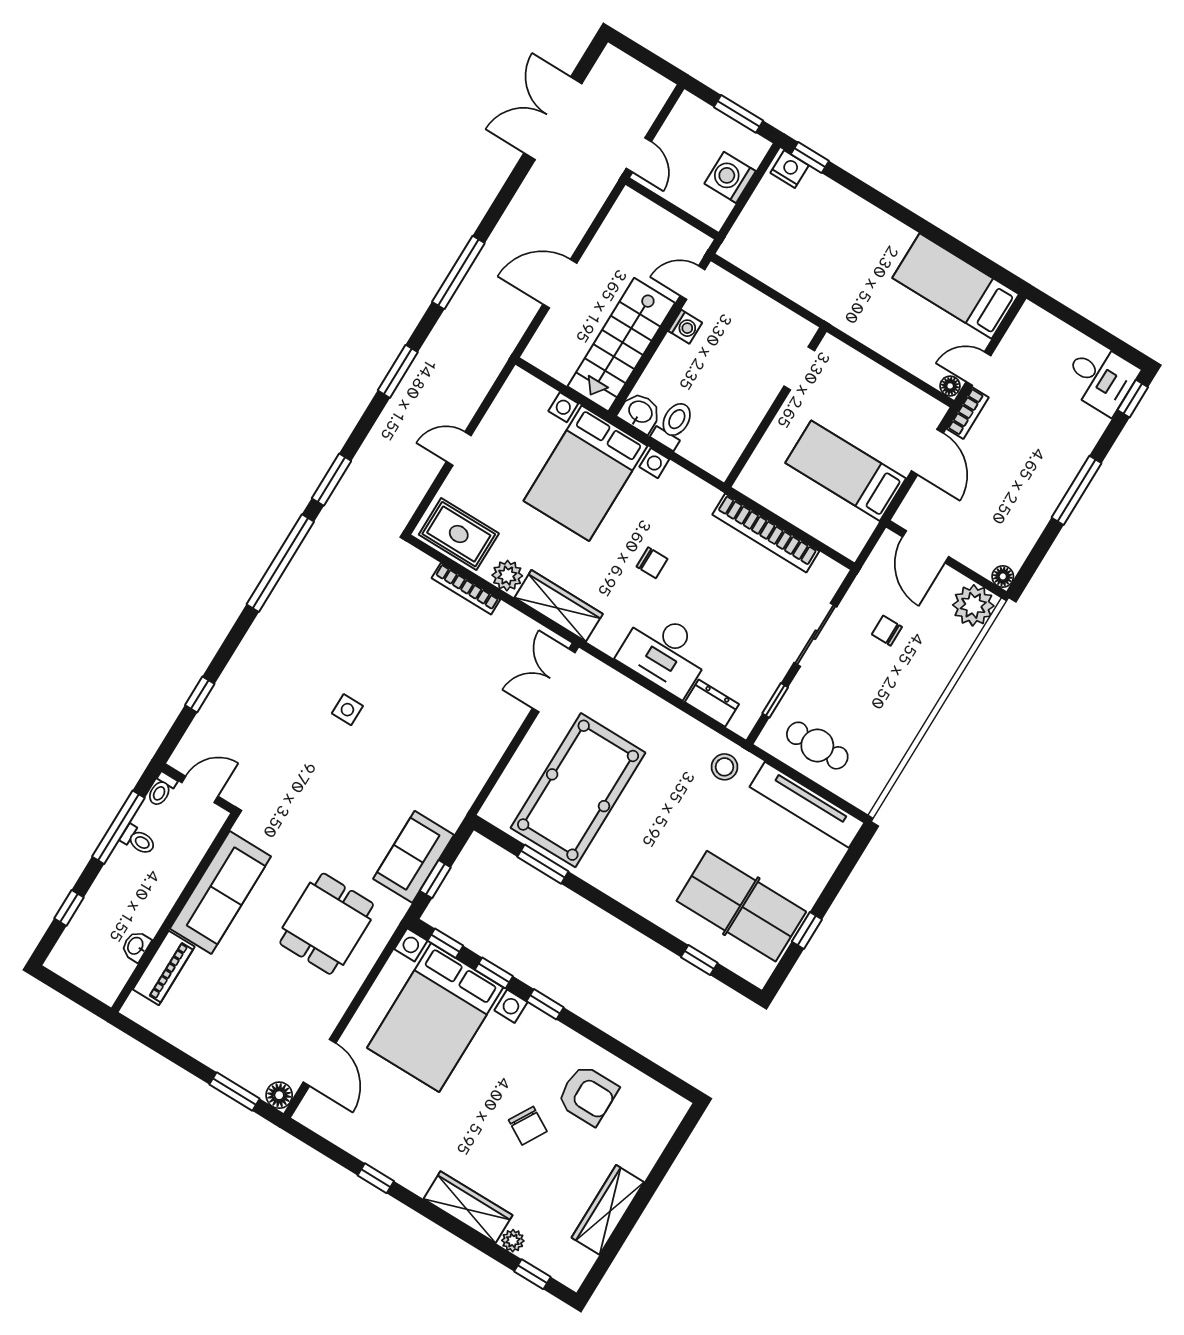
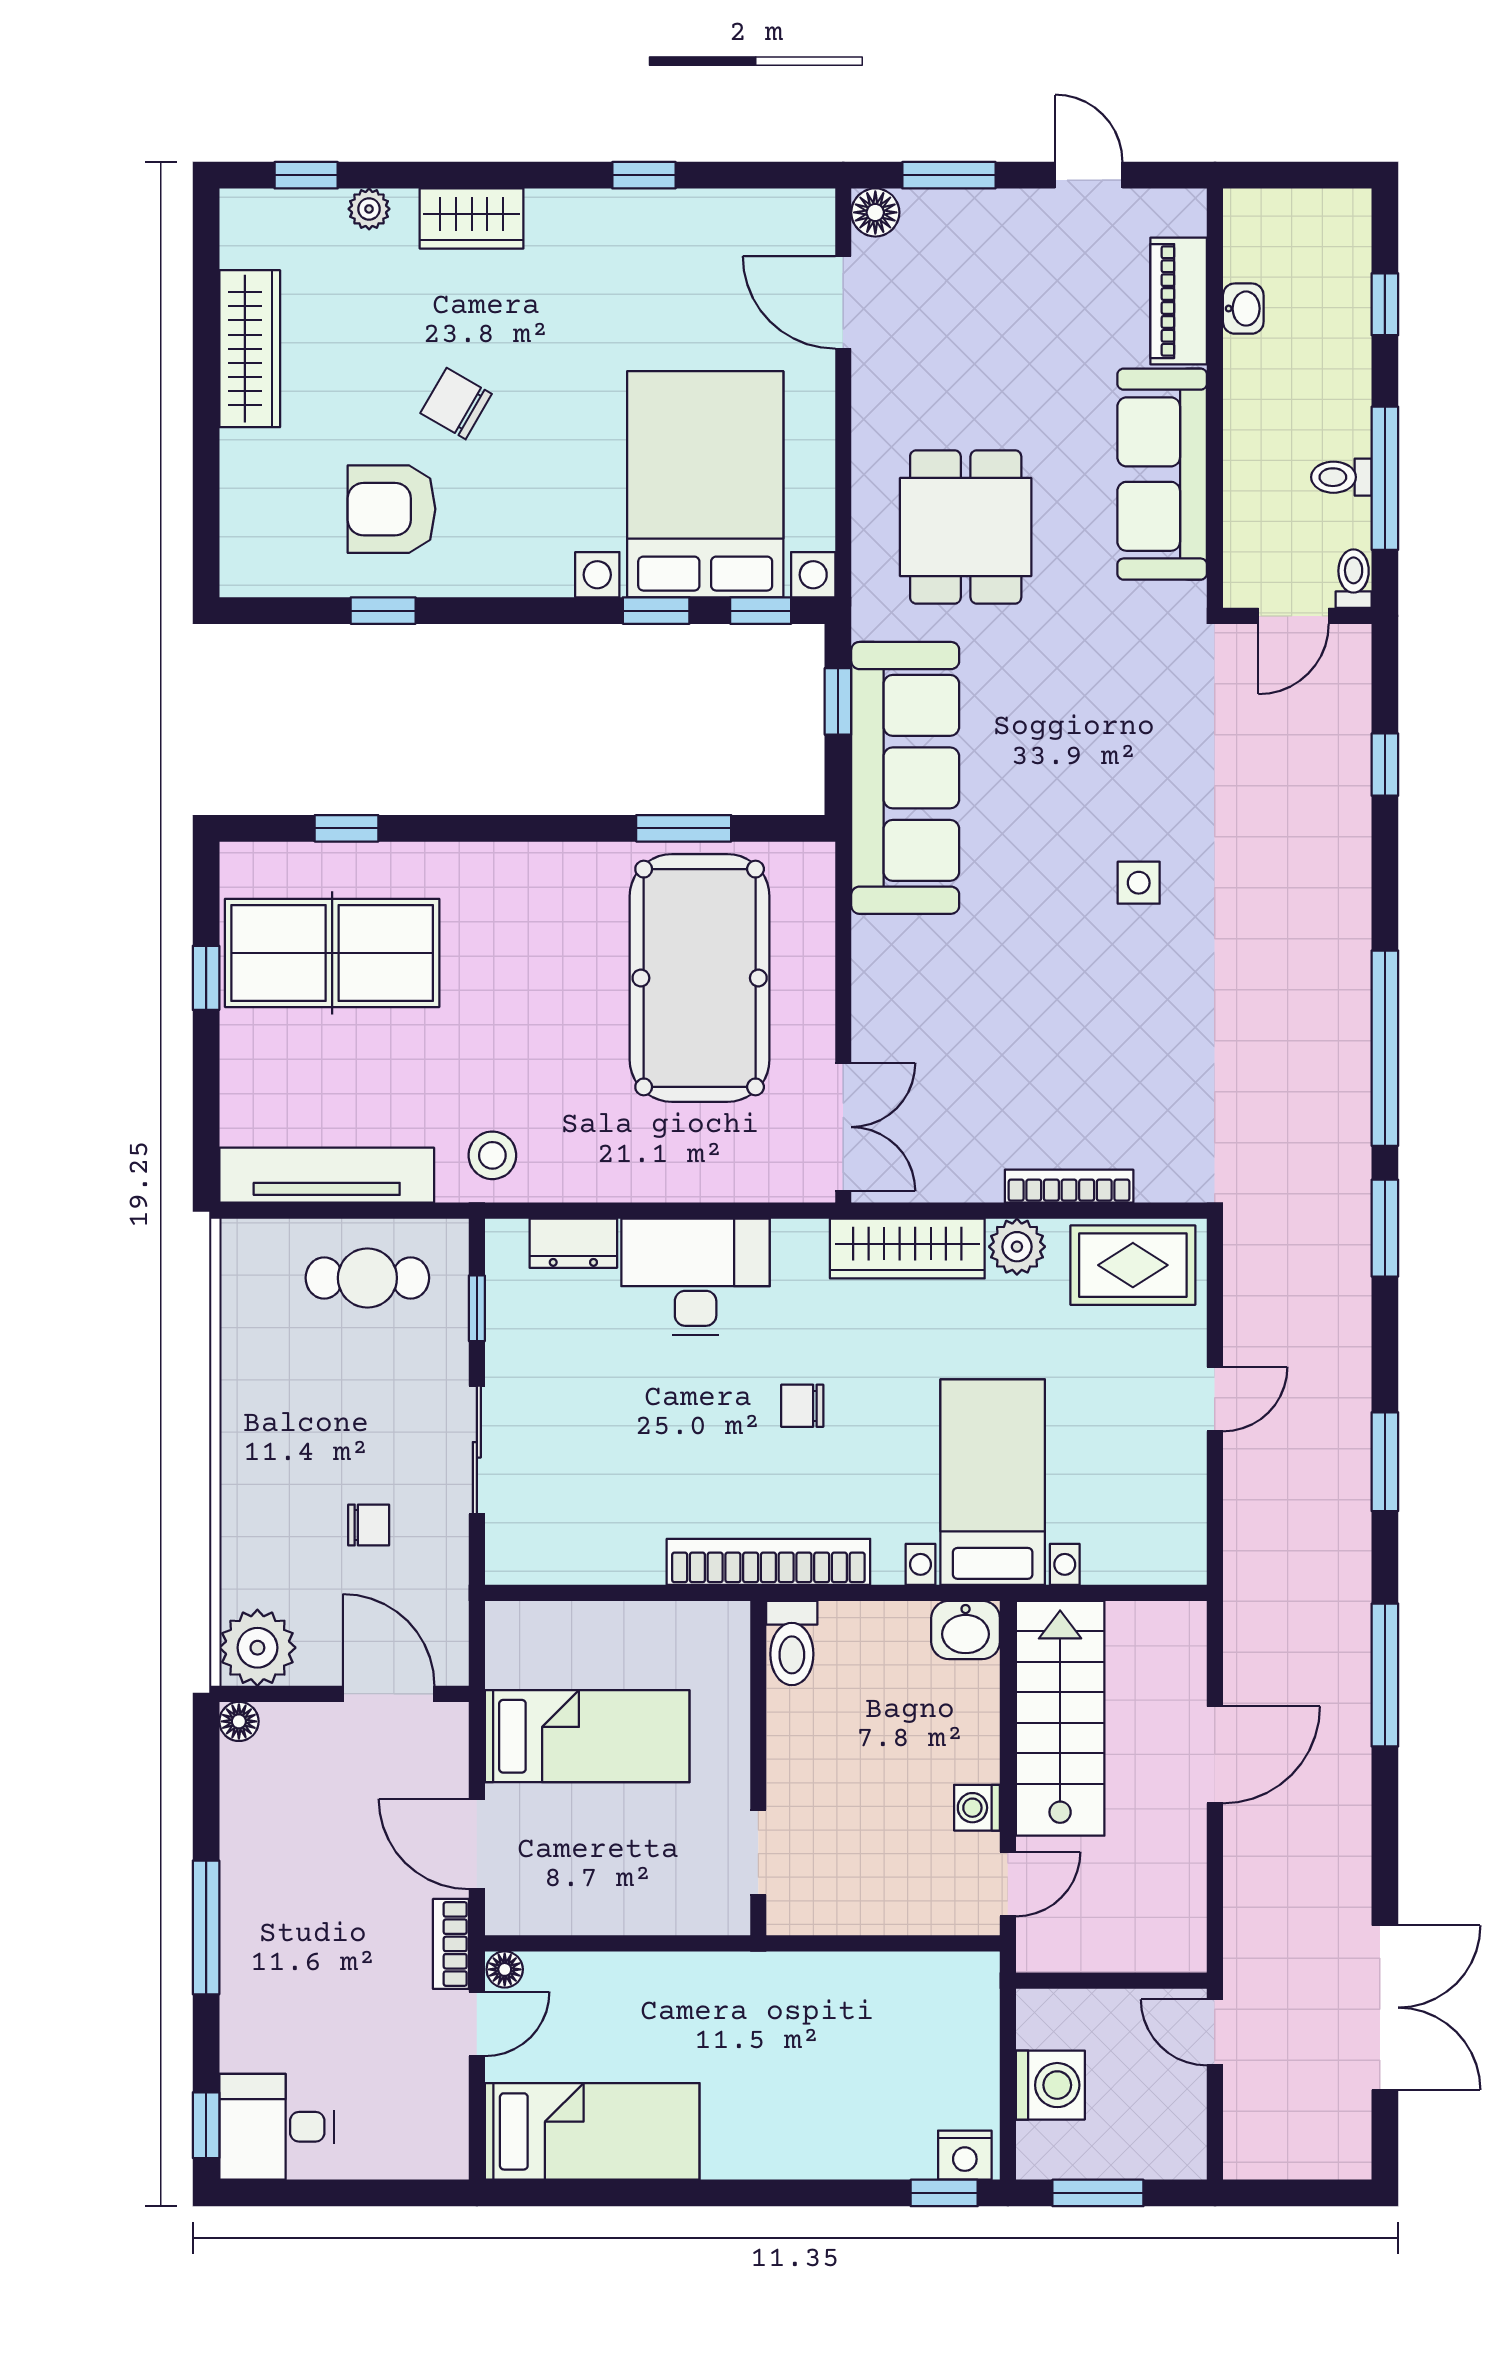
toilet: (673, 425) -> (792, 1643), moved
bed with nightstands: (585, 473) -> (993, 1482), width x0.73
bookcase: (766, 533) -> (768, 1562), moved
sofa: (413, 857) -> (905, 778), width x1.85, depth x1.27
window: (545, 1004) -> (383, 611), moved
door: (170, 1052) -> (1089, 175), added
wardrobe: (468, 1207) -> (472, 219), width x0.67

